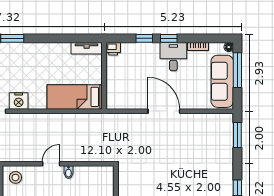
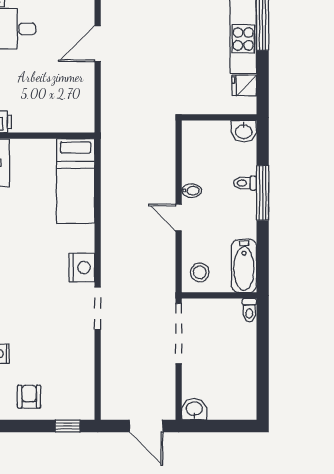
door: (164, 111) -> (98, 44), width x0.73

